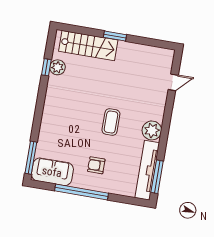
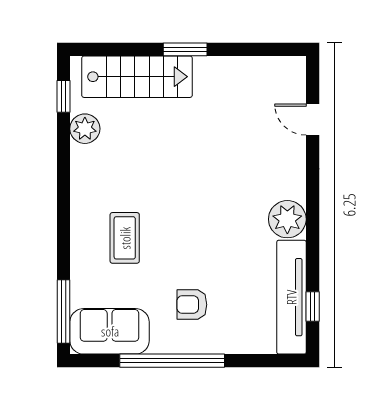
window: (46, 67) -> (63, 96), moved
door: (173, 82) -> (313, 120), swing flipped
coffee table: (111, 122) -> (125, 238), moved
window: (157, 177) -> (313, 307), width x0.46

